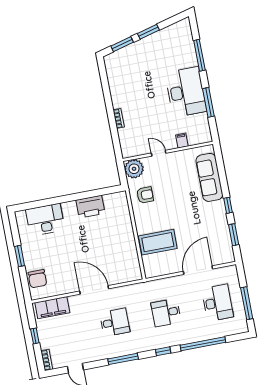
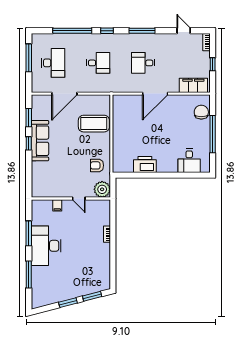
sofa: (209, 177) -> (40, 141), moved
desk: (45, 220) -> (189, 161), width x0.73
window: (20, 256) -> (213, 134), width x2.11
door: (94, 290) -> (155, 94), hinge flipped
desk: (217, 303) -> (53, 63), turned 180

